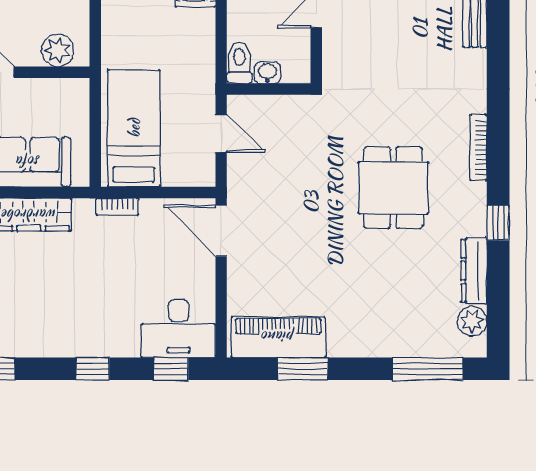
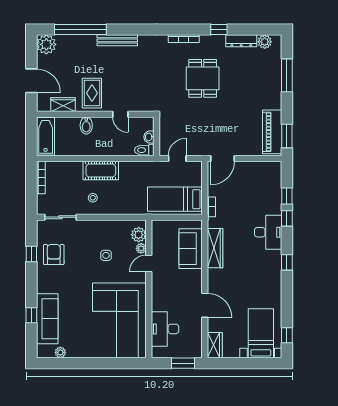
plant: (28, 56) -> (141, 248), added
dining table: (393, 188) -> (203, 78), turned 90
desk: (179, 329) -> (268, 232), moved
window: (171, 369) -> (287, 196), moved
window: (303, 369) -> (287, 136), moved
window: (428, 369) -> (287, 75), moved

